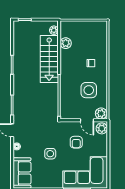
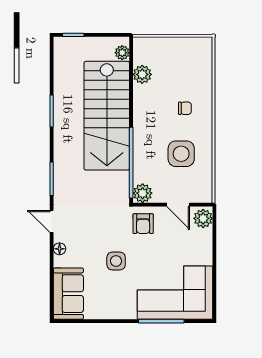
stairs: (49, 59) -> (107, 116), width x1.36, depth x1.51
plant: (101, 113) -> (143, 193), moved
armchair: (76, 142) -> (143, 224), moved

